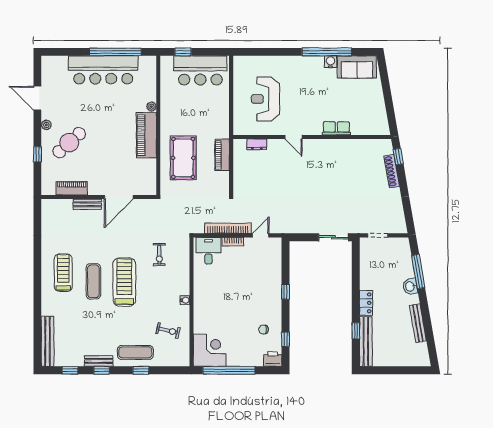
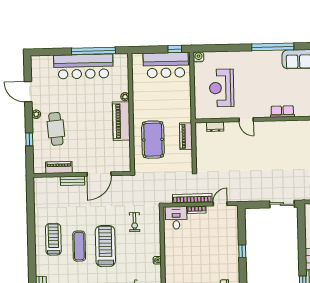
window: (183, 52) -> (175, 49), moved
water cooler: (330, 62) -> (198, 57), moved
cafe table: (69, 143) -> (56, 129), turned -53

